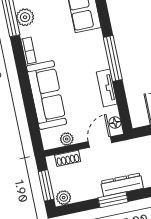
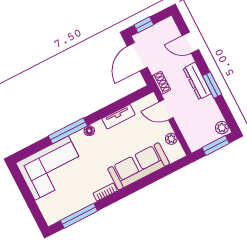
plant: (25, 17) -> (77, 203), removed
window: (113, 58) -> (68, 131), moved
floor lamp: (115, 123) -> (89, 131), moved
shoe rack: (68, 158) -> (161, 83), moved

